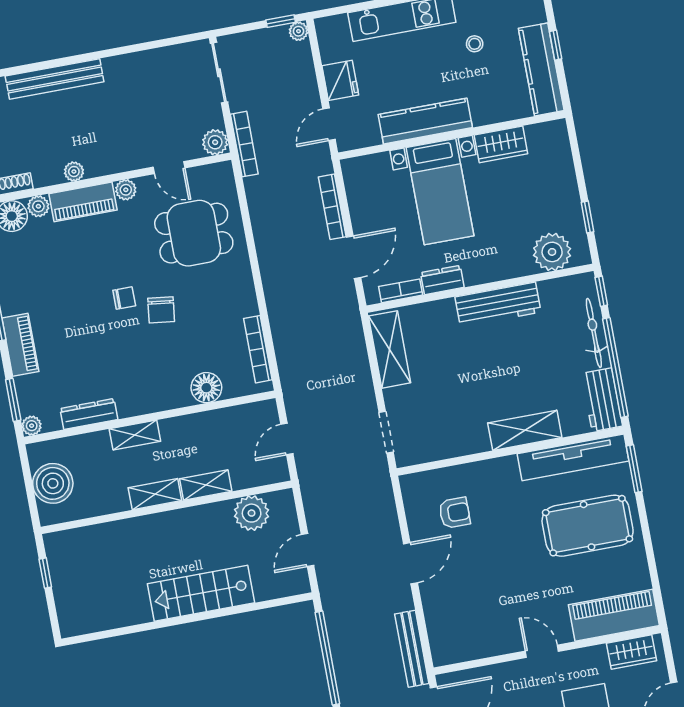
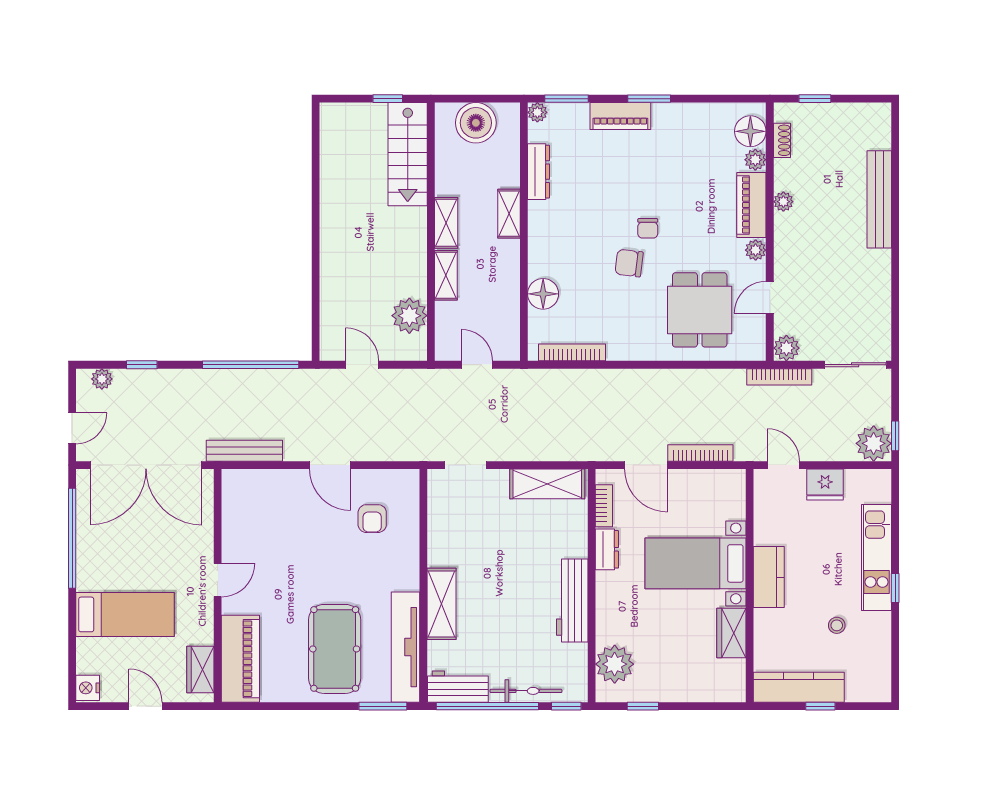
plant: (298, 31) -> (874, 443), width x1.88, depth x1.88
kitchen counter: (425, 121) -> (769, 577), width x0.67
stairs: (201, 593) -> (408, 154), moved, turned 180

